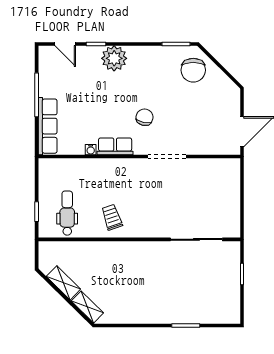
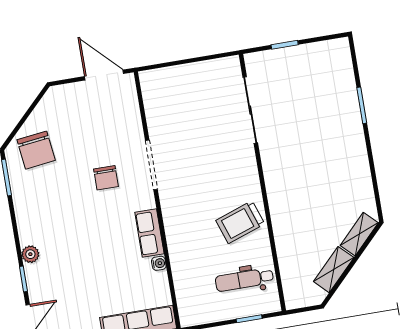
plant: (114, 58) -> (30, 254), width x0.53, depth x0.53
chair: (193, 70) -> (36, 150), turned 83
chair: (145, 117) -> (106, 178), moved, turned -103
trolley: (112, 217) -> (240, 222), width x1.36, depth x1.39

